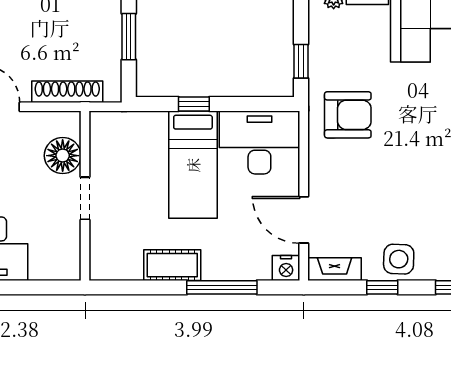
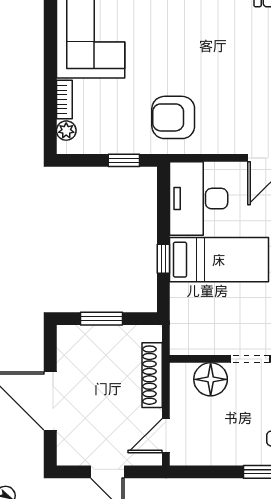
armchair: (348, 115) -> (173, 117), turned -90

